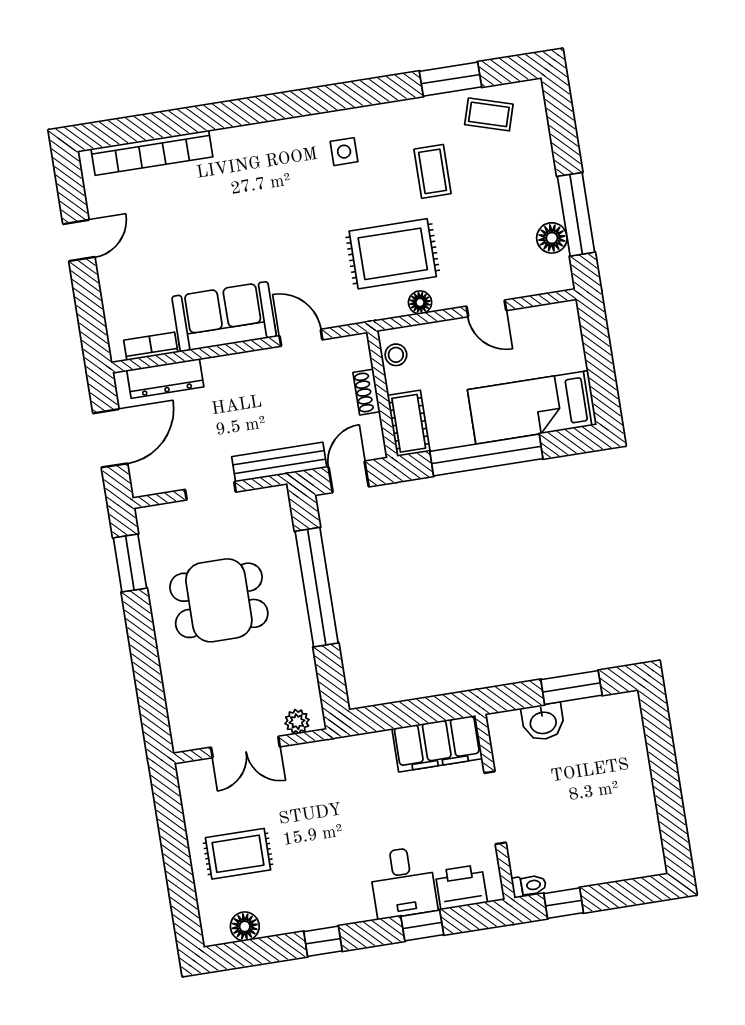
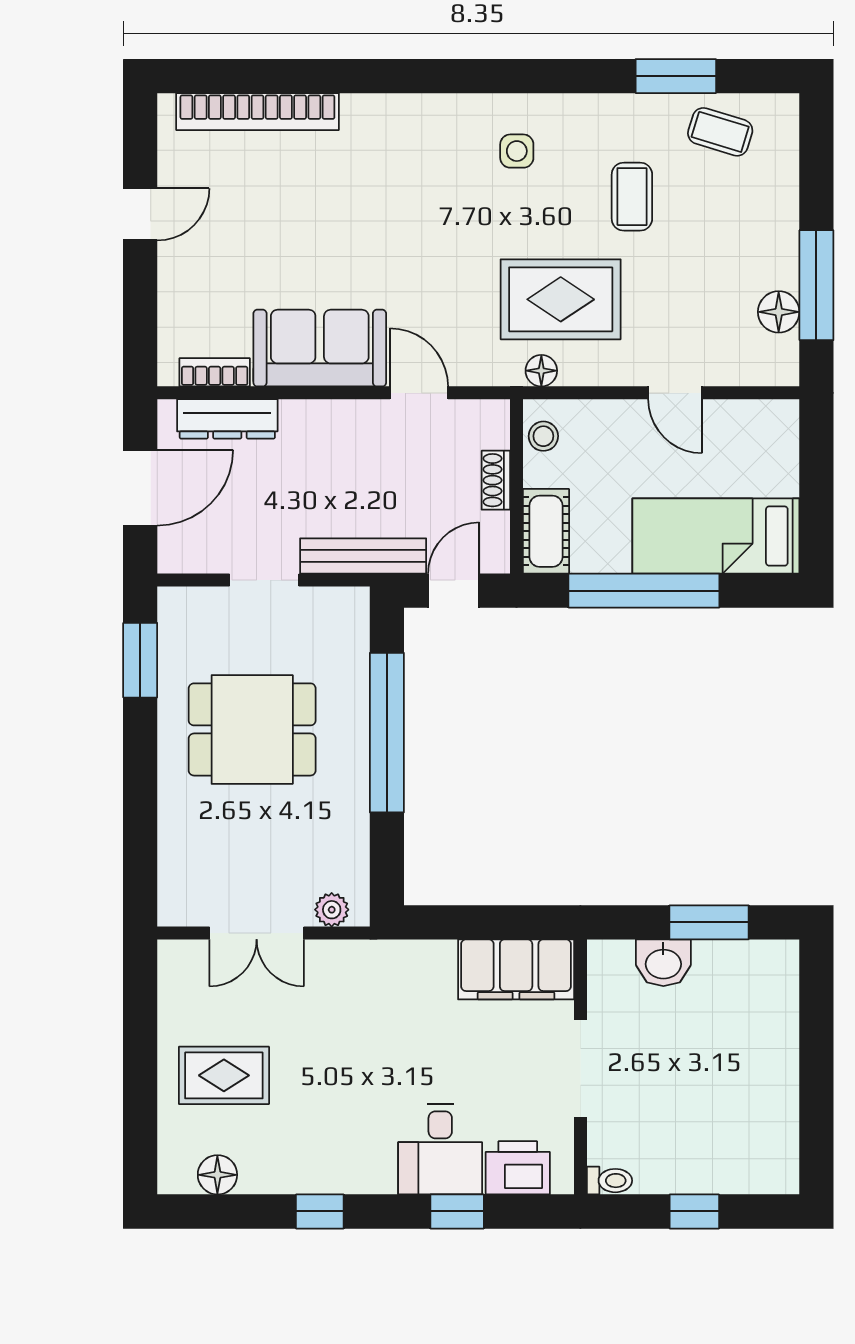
floor lamp: (420, 302) -> (541, 371), moved
window: (564, 903) -> (694, 1211), moved

